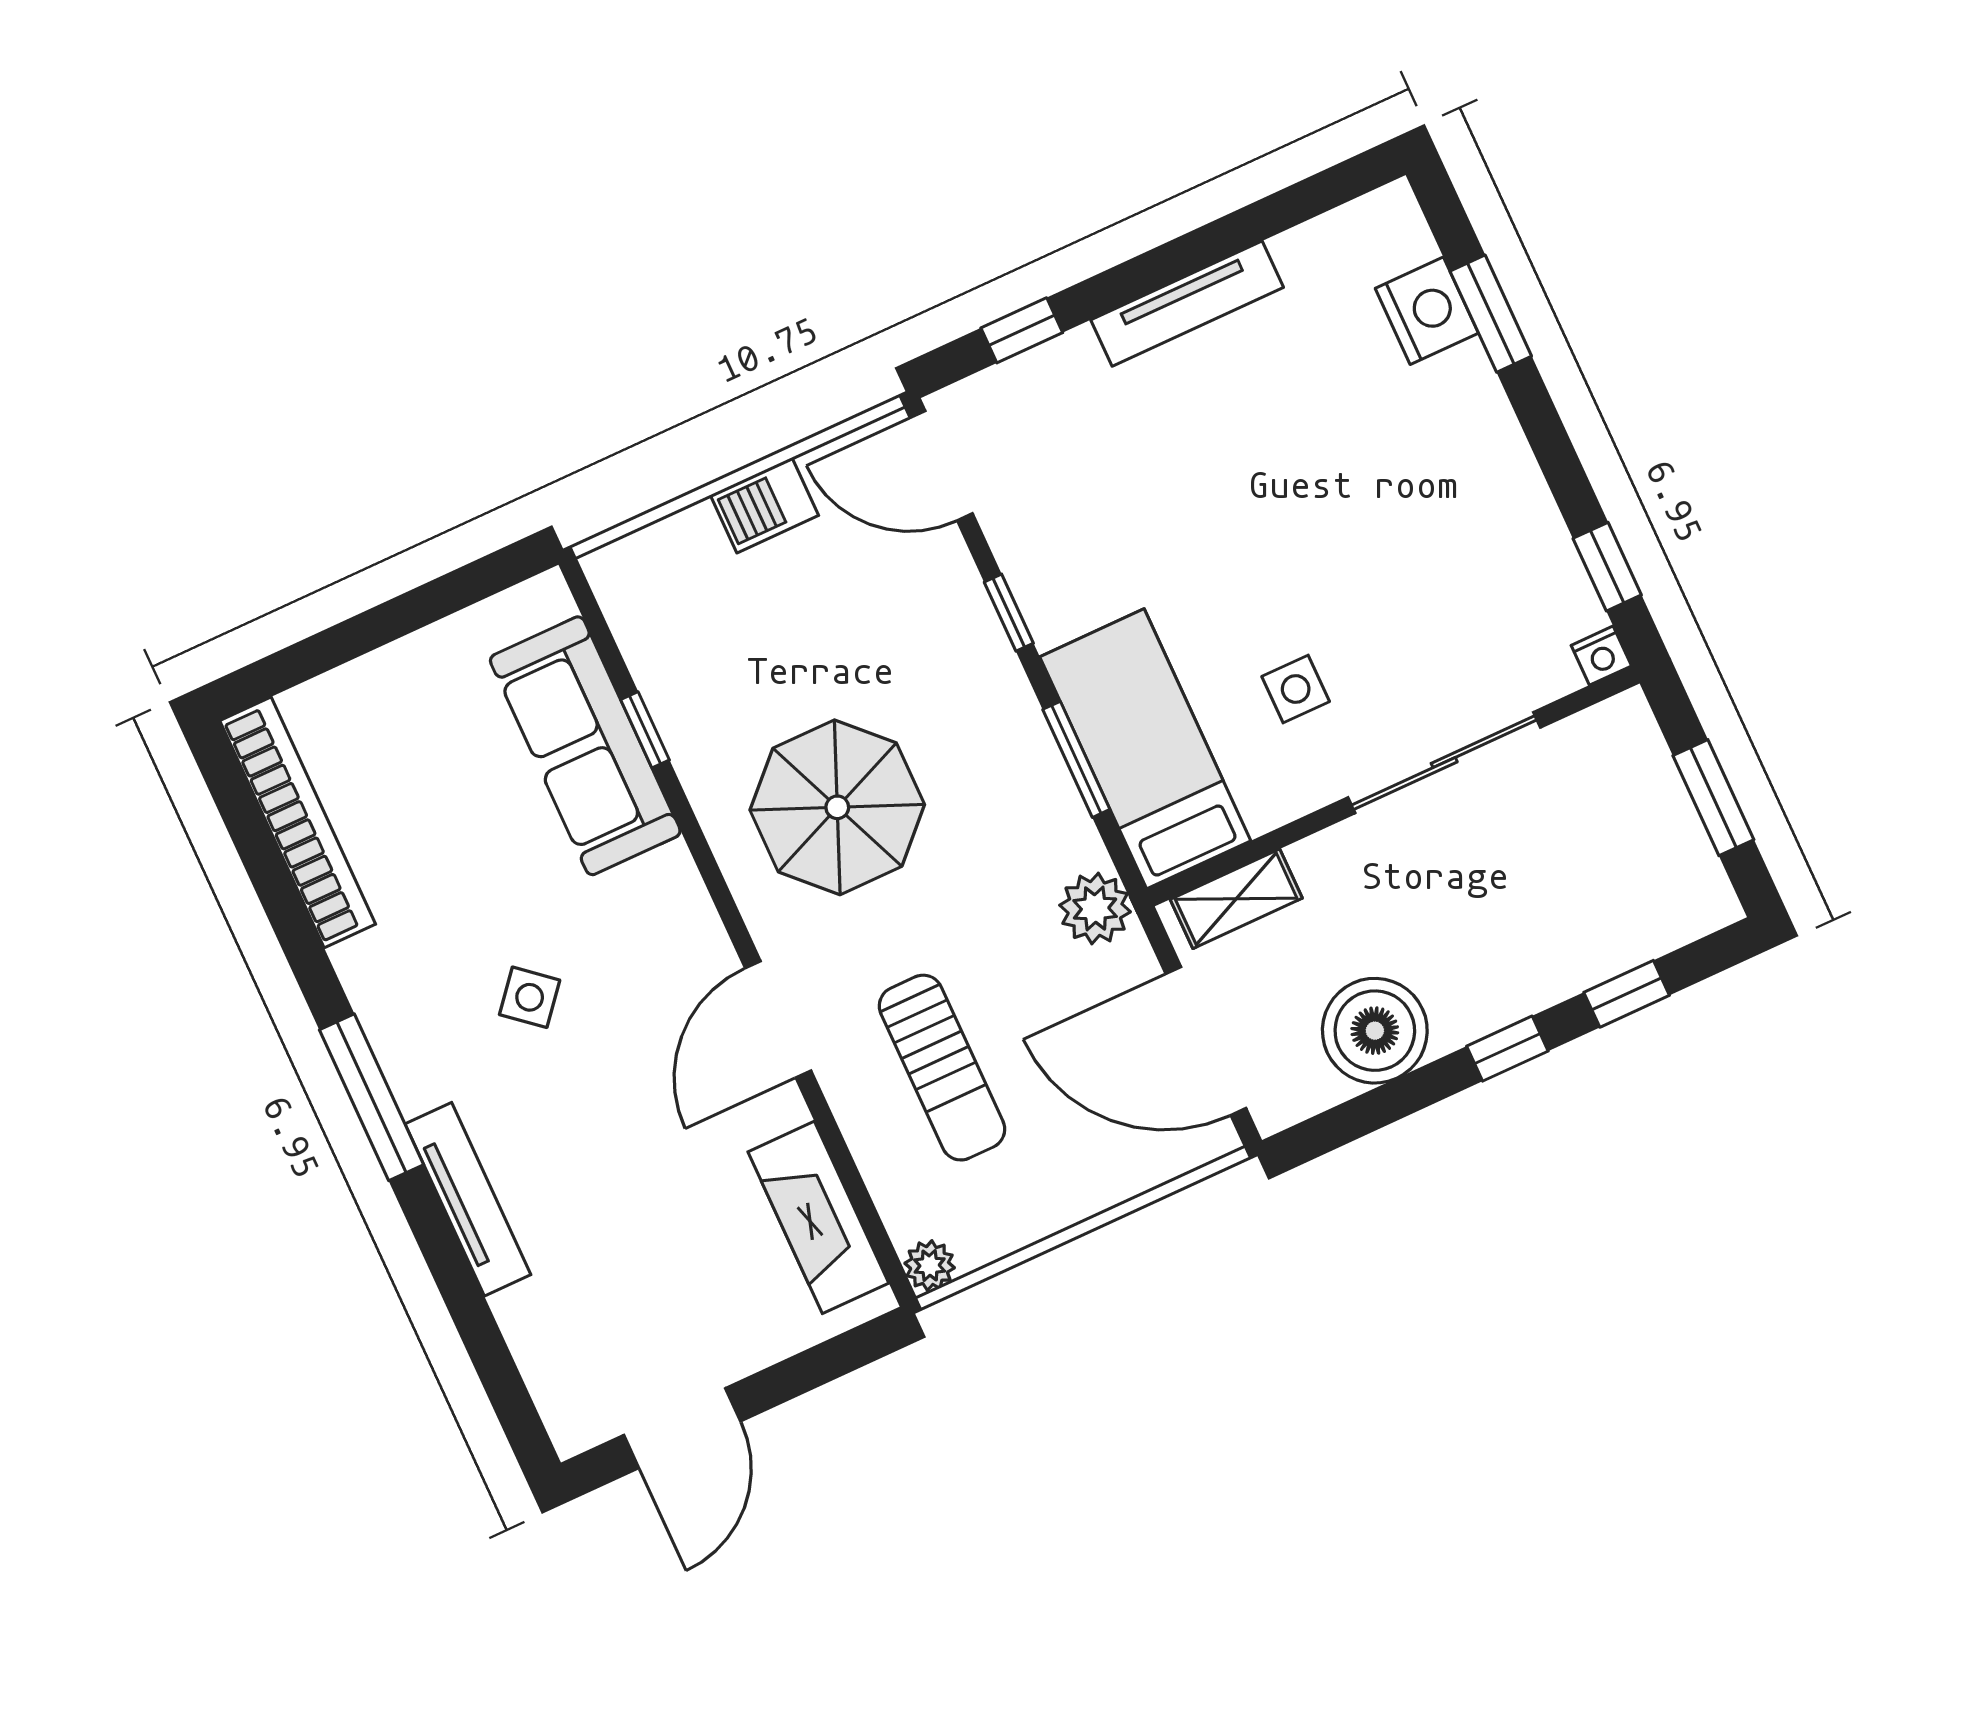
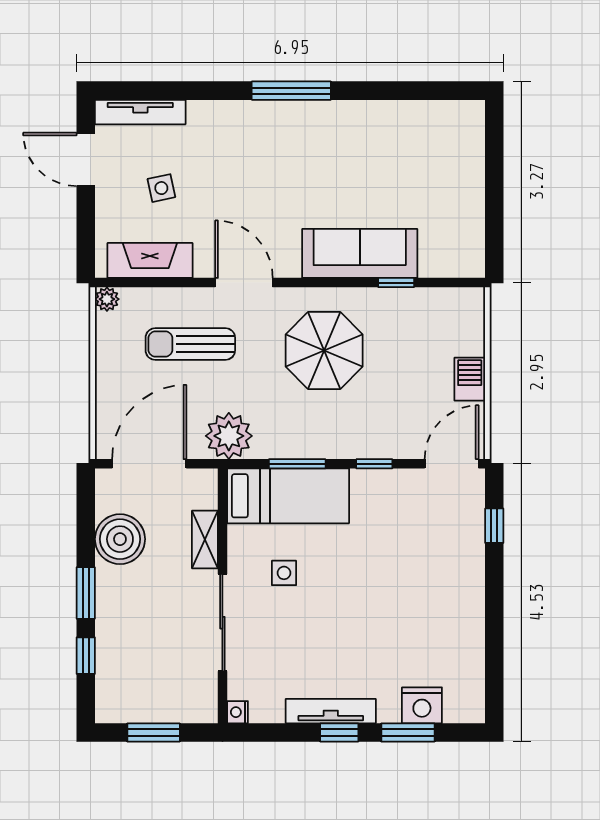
tv unit: (1187, 304) -> (331, 711), moved, turned 90
window: (1607, 567) -> (339, 732), moved
sofa: (585, 746) -> (360, 253), moved
bookcase: (298, 822) -> (425, 113), removed
shelving: (1236, 899) -> (205, 540), moved
plant: (1095, 908) -> (229, 436), width x1.36, depth x1.36
side table: (530, 997) -> (161, 188), moved, turned 38
window: (1507, 1049) -> (86, 593), width x1.50
tv unit: (468, 1199) -> (140, 112), moved

